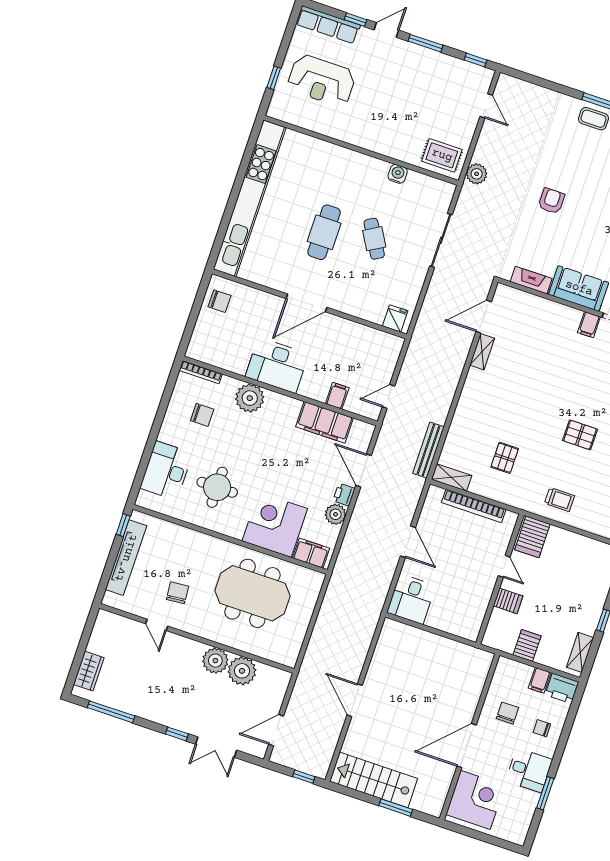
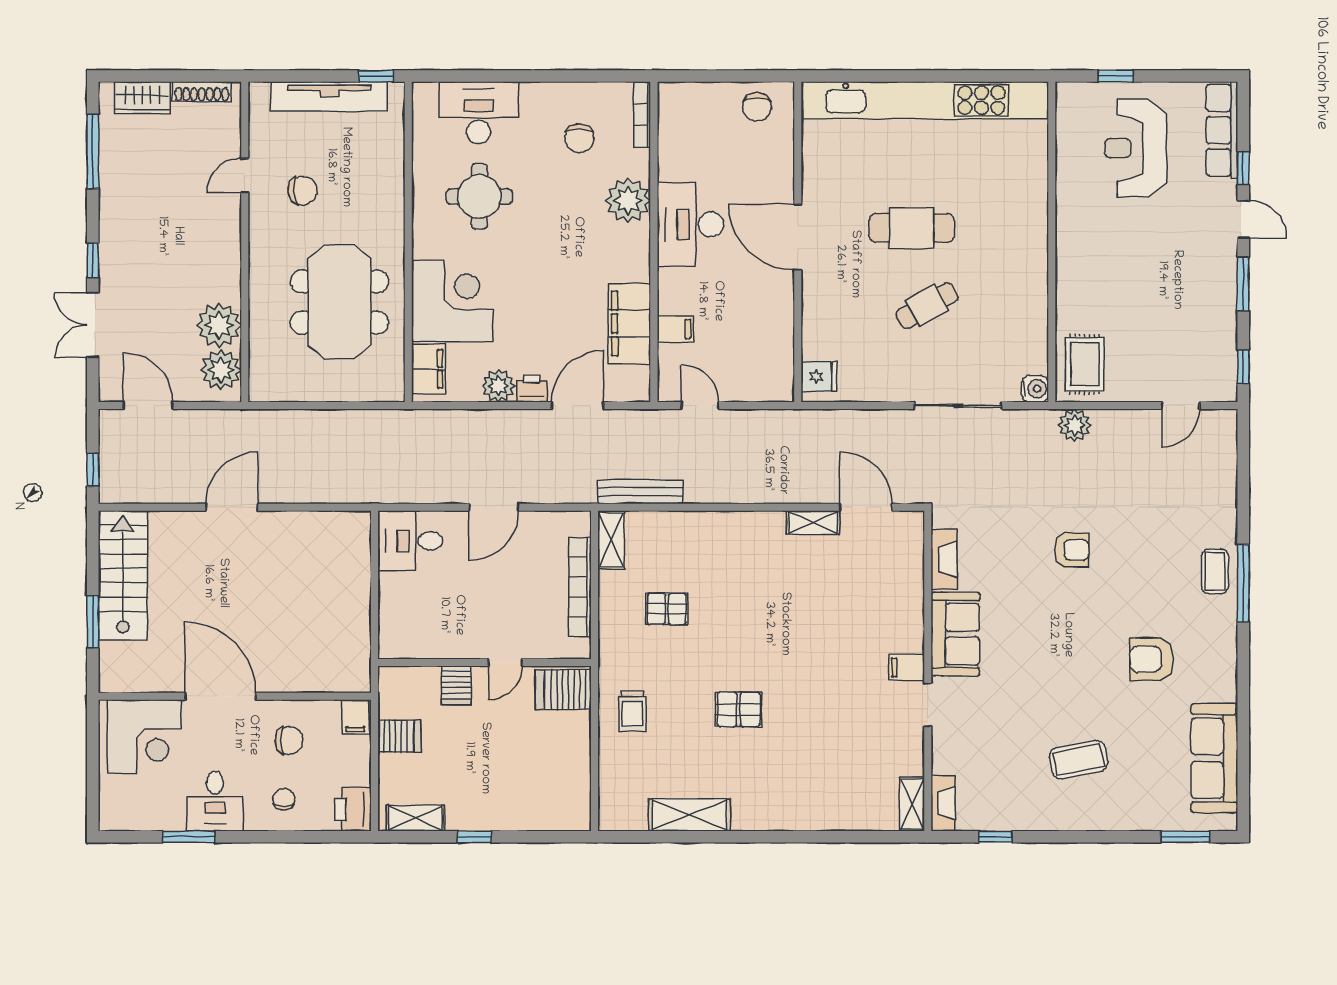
water cooler: (398, 174) -> (1035, 389), moved
pallet: (580, 435) -> (739, 709), turned 90
shoe rack: (97, 634) -> (202, 92), added
plant: (215, 661) -> (221, 370), moved
filing cabinet: (540, 680) -> (355, 717), moved, turned -90

